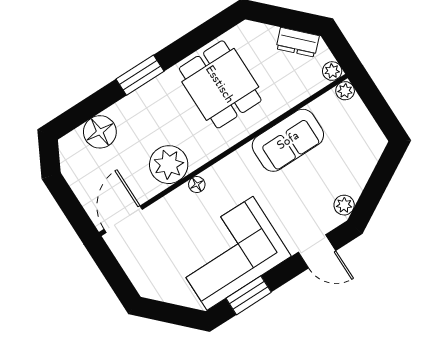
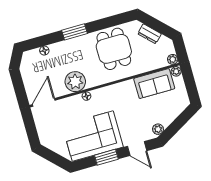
dresser: (298, 42) -> (149, 34), moved
floor lamp: (100, 132) -> (44, 51), width x0.53, depth x0.53
sofa: (288, 140) -> (154, 84), moved
window: (249, 295) -> (106, 157), moved

